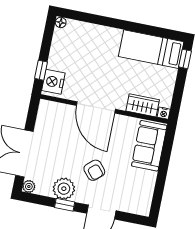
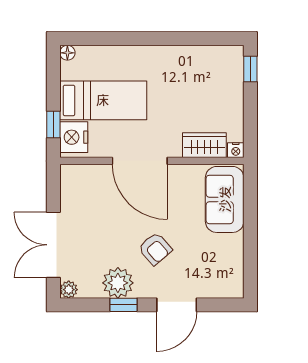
bed: (151, 49) -> (103, 100), moved, turned 180

